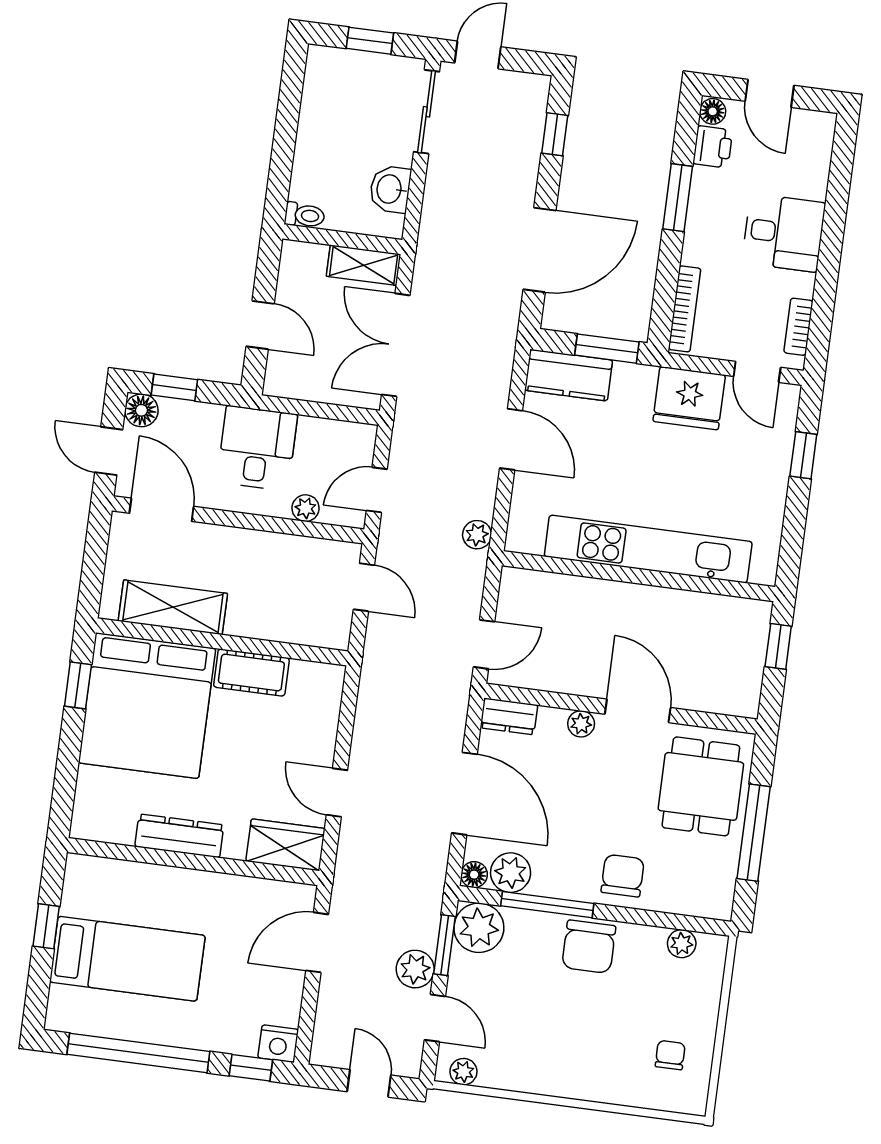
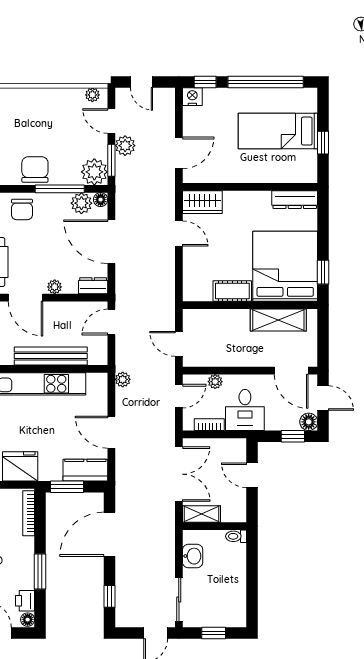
bookcase: (327, 429) -> (209, 425), added
bench: (605, 596) -> (51, 356), added
dresser: (179, 836) -> (295, 200), moved

